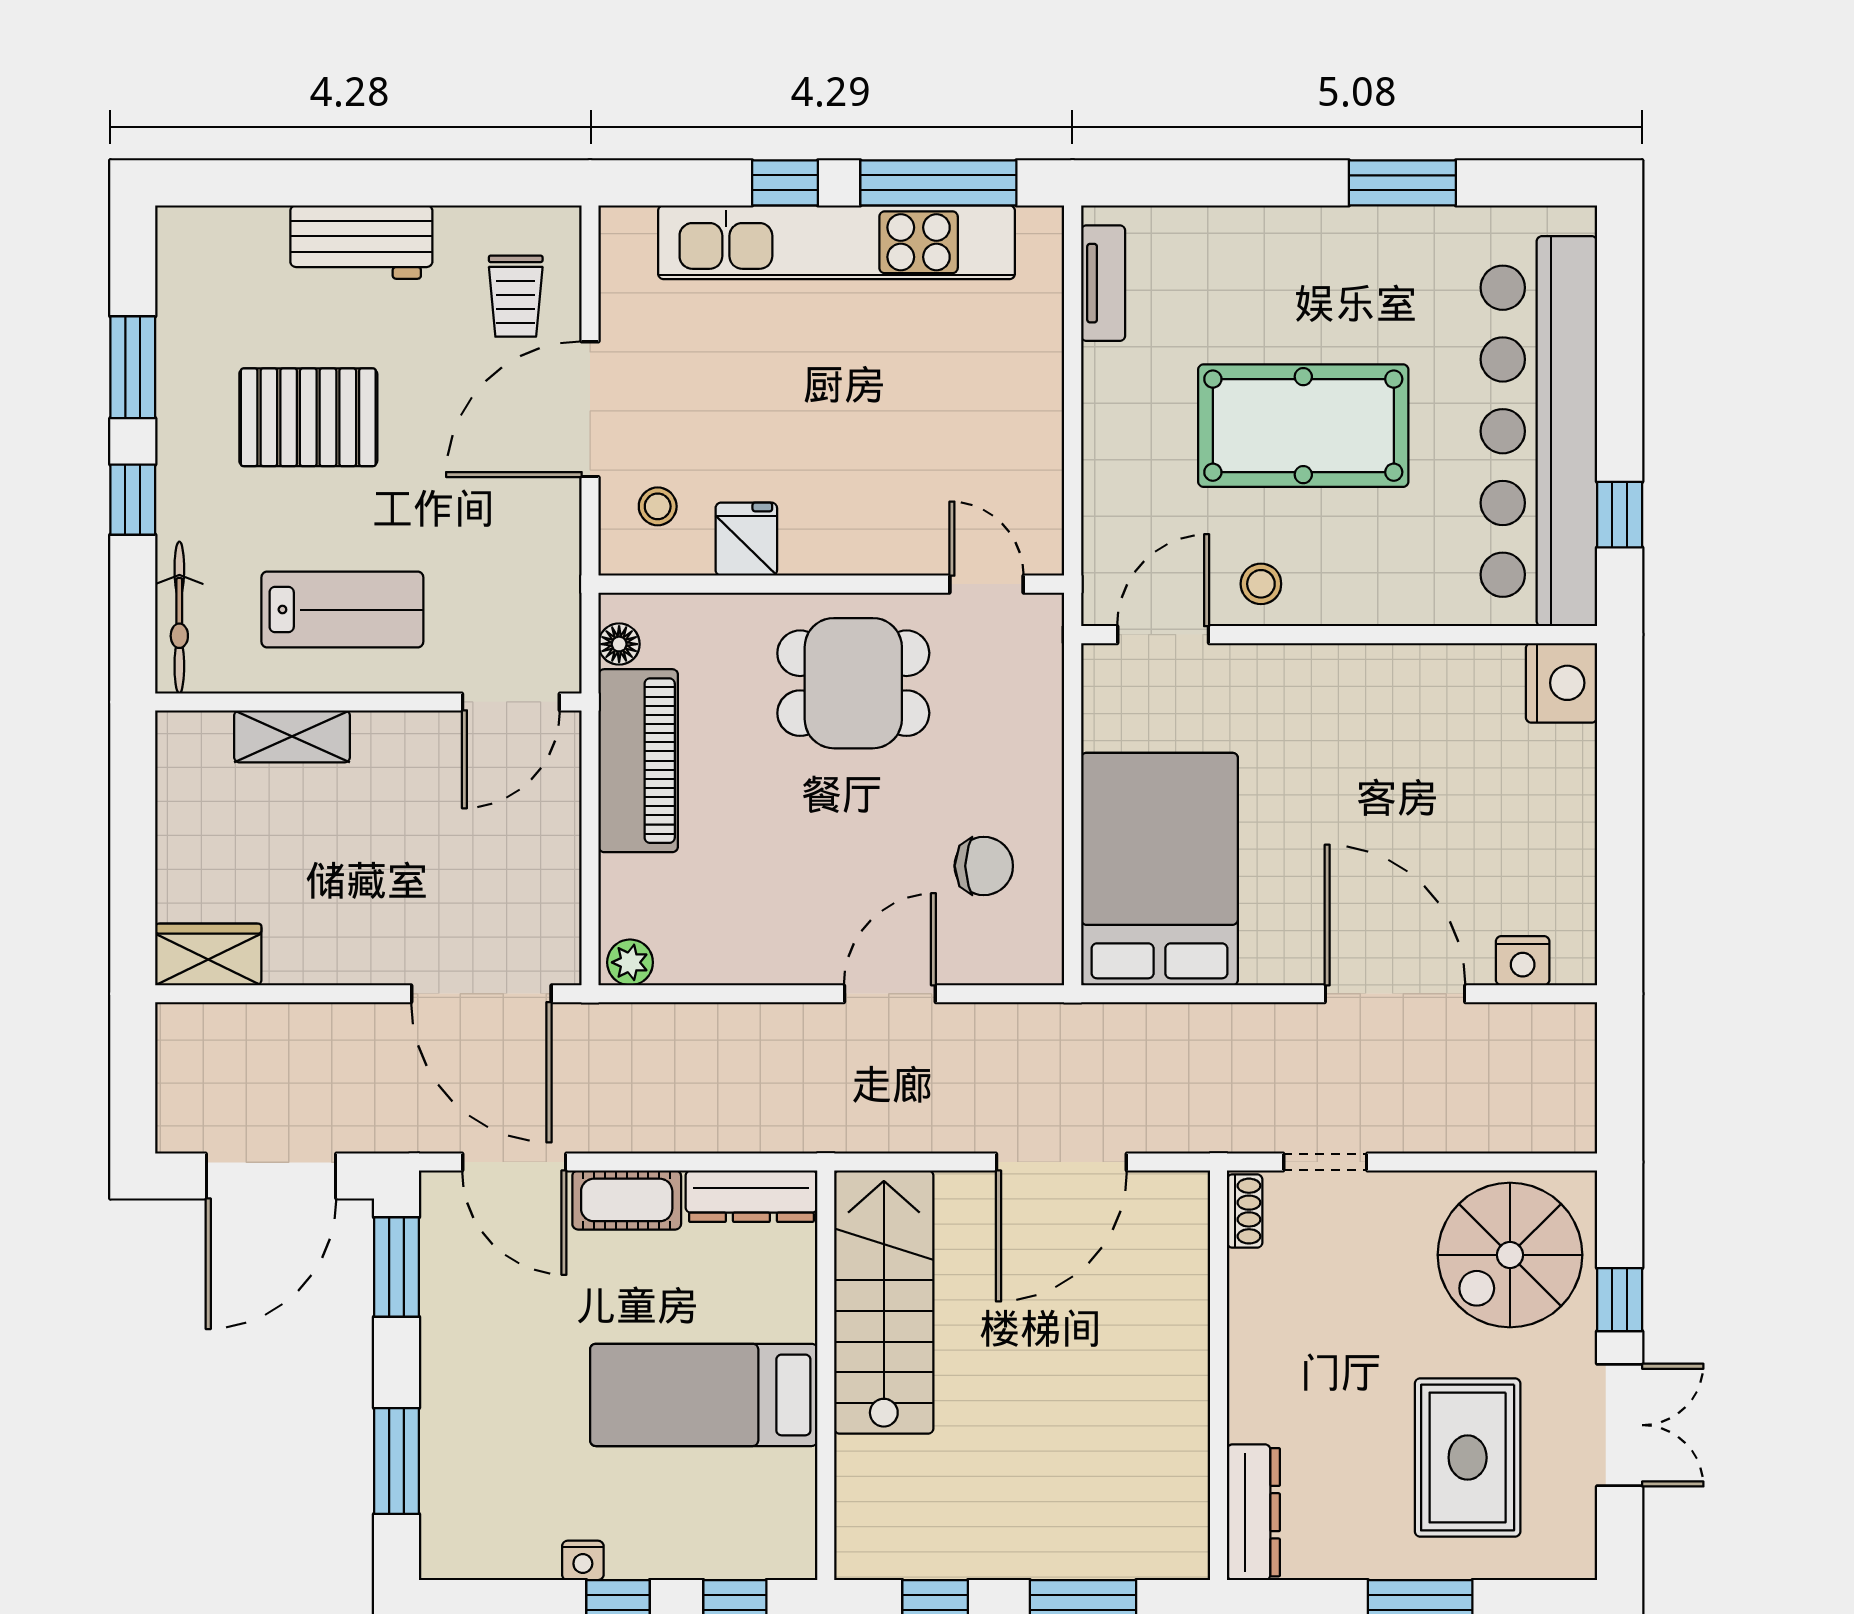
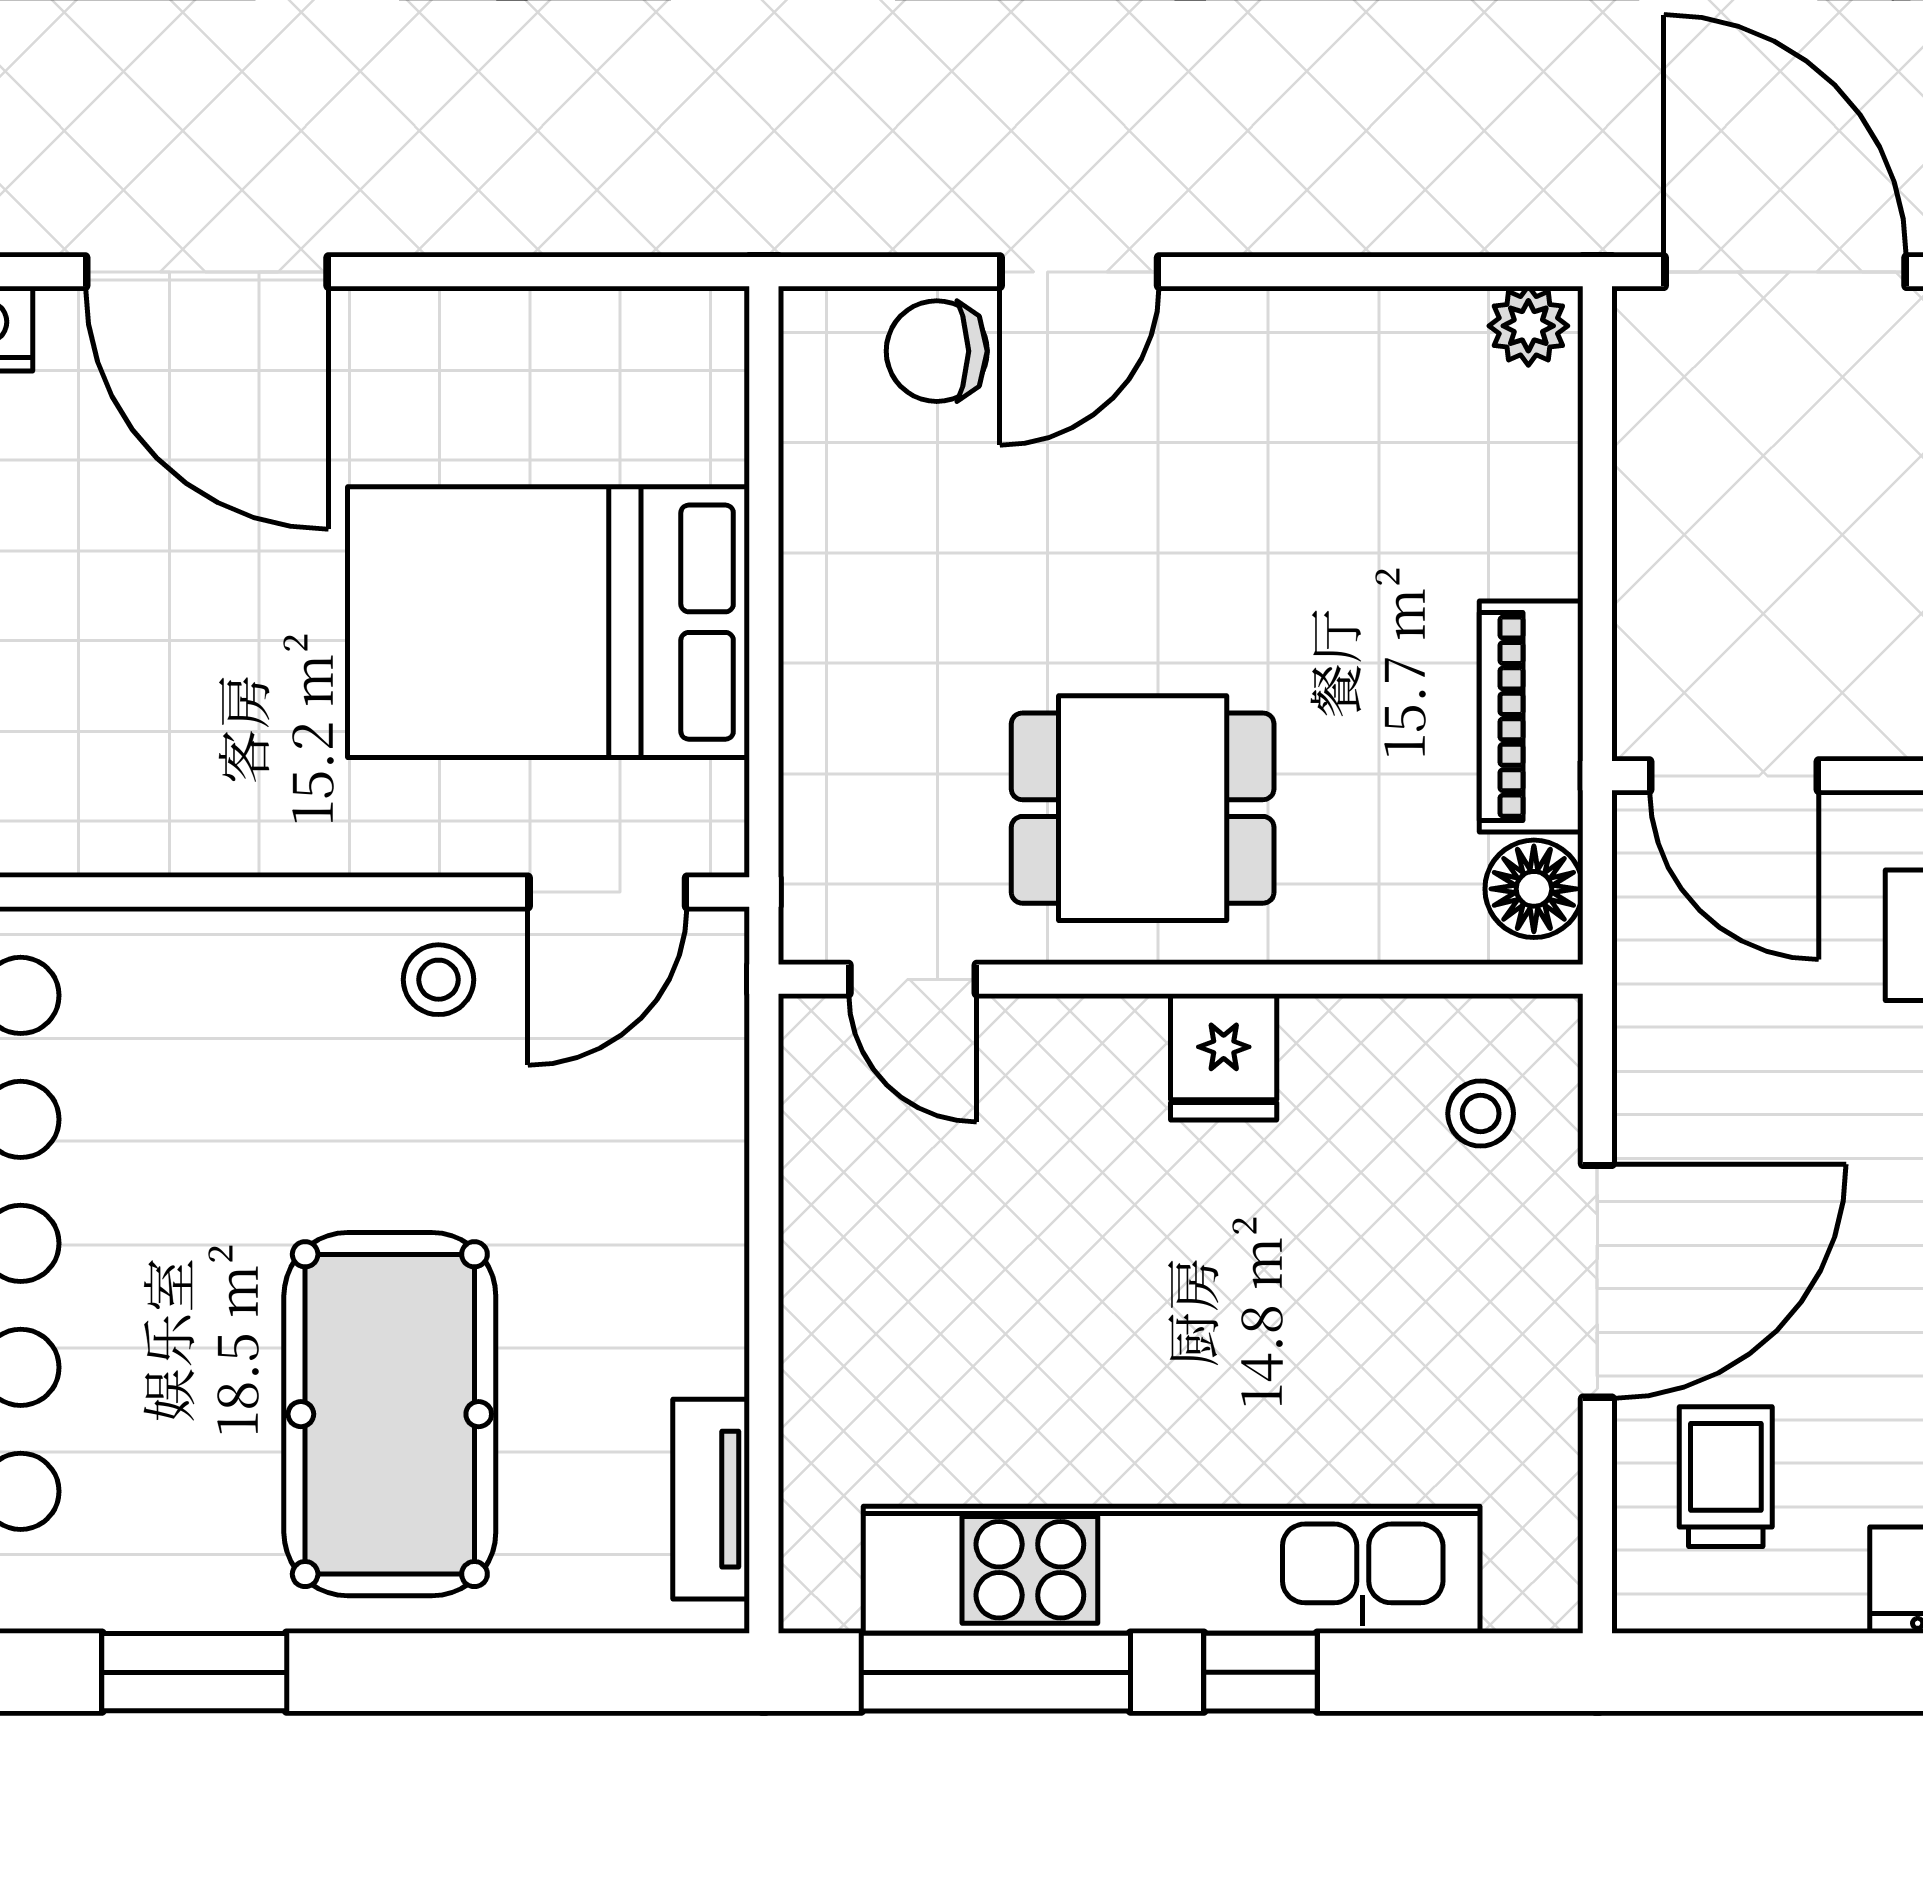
pool table: (1303, 426) -> (390, 1414), moved, turned 90
fridge: (746, 539) -> (1224, 1057), moved
floor lamp: (619, 644) -> (1534, 889), width x1.37, depth x1.37
door: (511, 702) -> (1734, 776), swing flipped
piano: (638, 761) -> (1531, 717), width x0.73, depth x0.75
chair: (984, 866) -> (937, 351), moved
bed: (1159, 869) -> (548, 622), moved, turned 90

